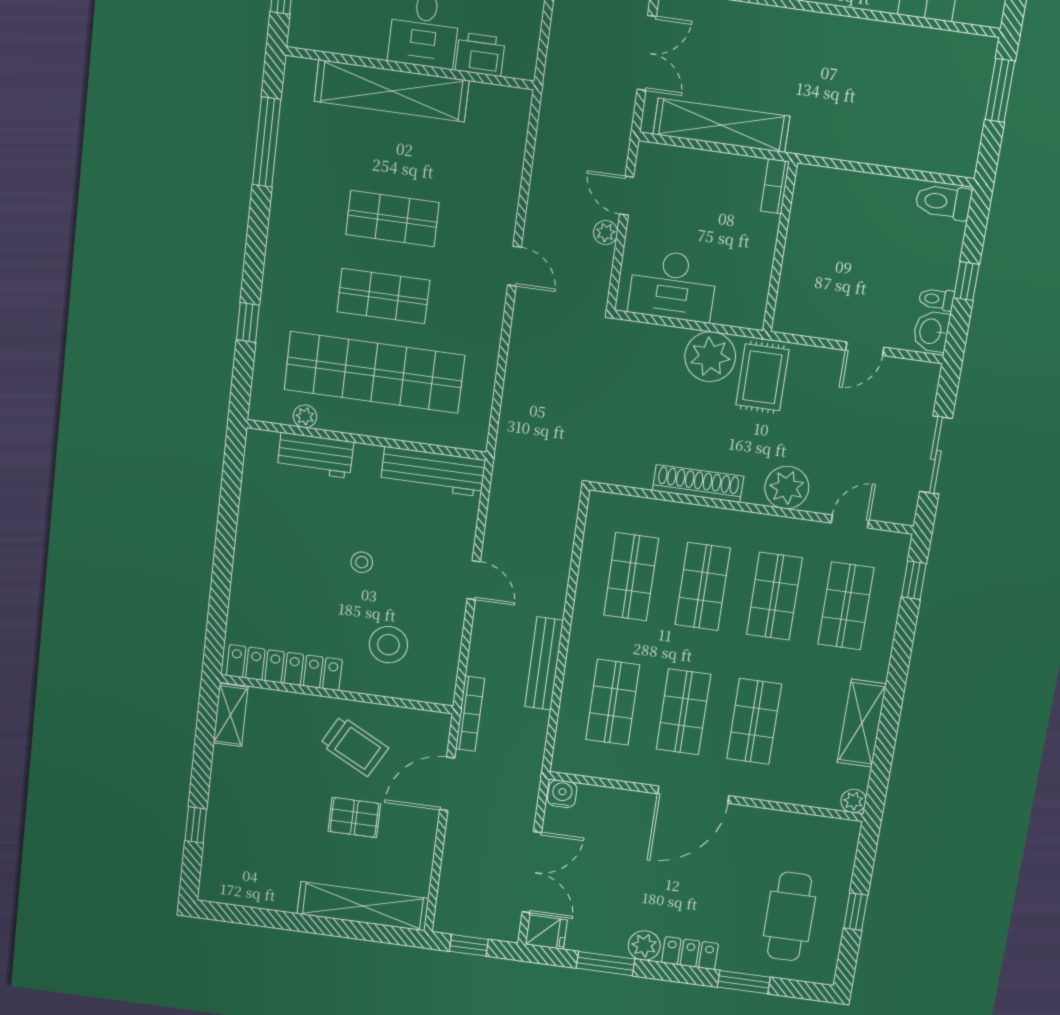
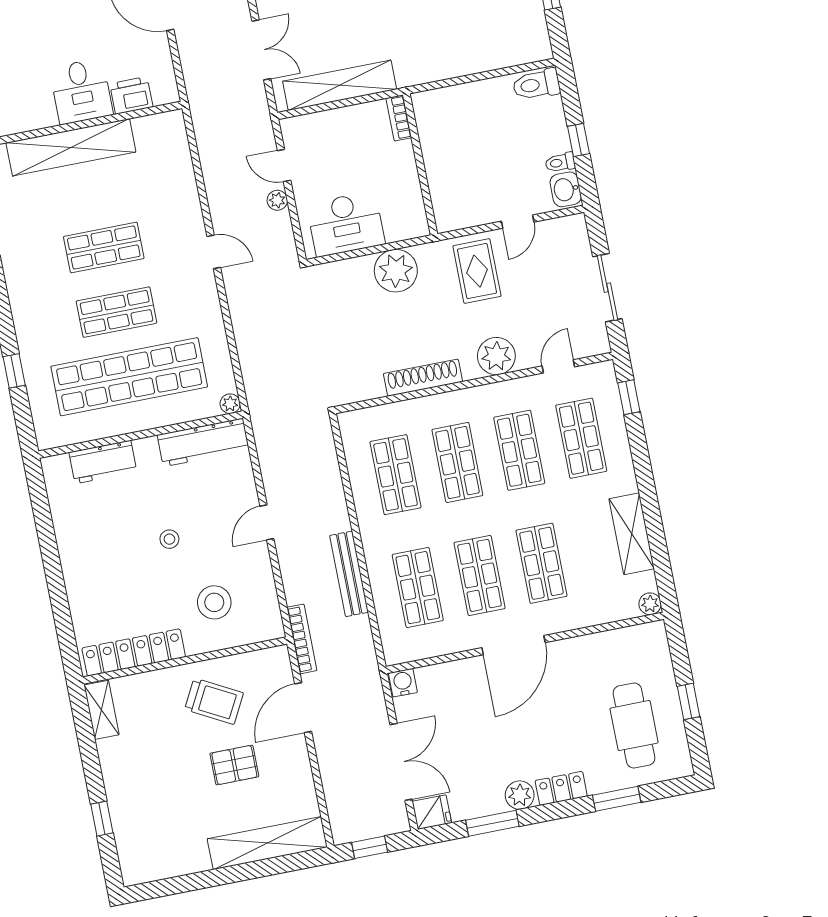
rug: (762, 377) -> (477, 271), moved
plant: (305, 416) -> (230, 404), moved
door: (474, 580) -> (267, 522), swing flipped

